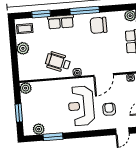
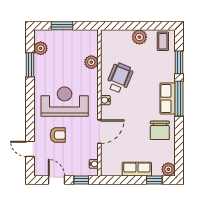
window: (85, 10) -> (179, 99), moved
row of seats: (61, 22) -> (168, 99), moved
chair: (98, 25) -> (160, 130), turned 180
door: (104, 75) -> (99, 132), swing flipped
plant: (26, 88) -> (91, 62), moved

